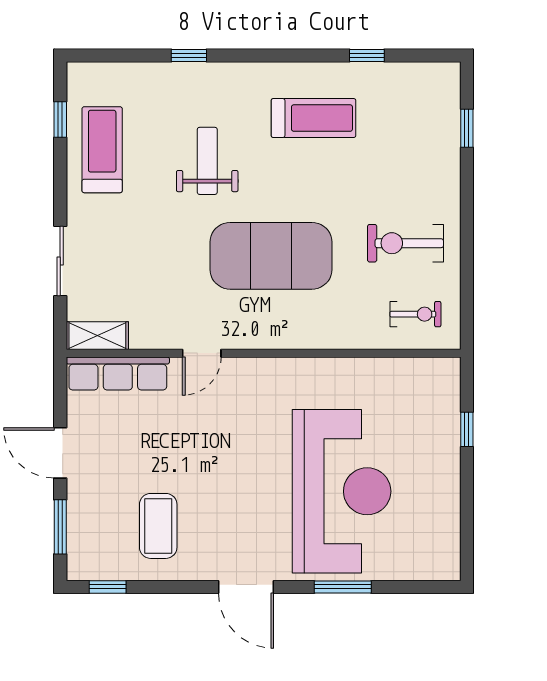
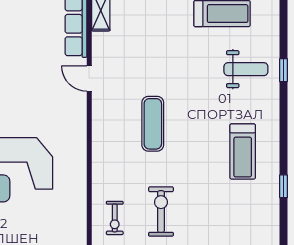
weight bench: (207, 161) -> (246, 69), moved
exercise mat: (271, 256) -> (153, 124), width x0.50, depth x0.69

